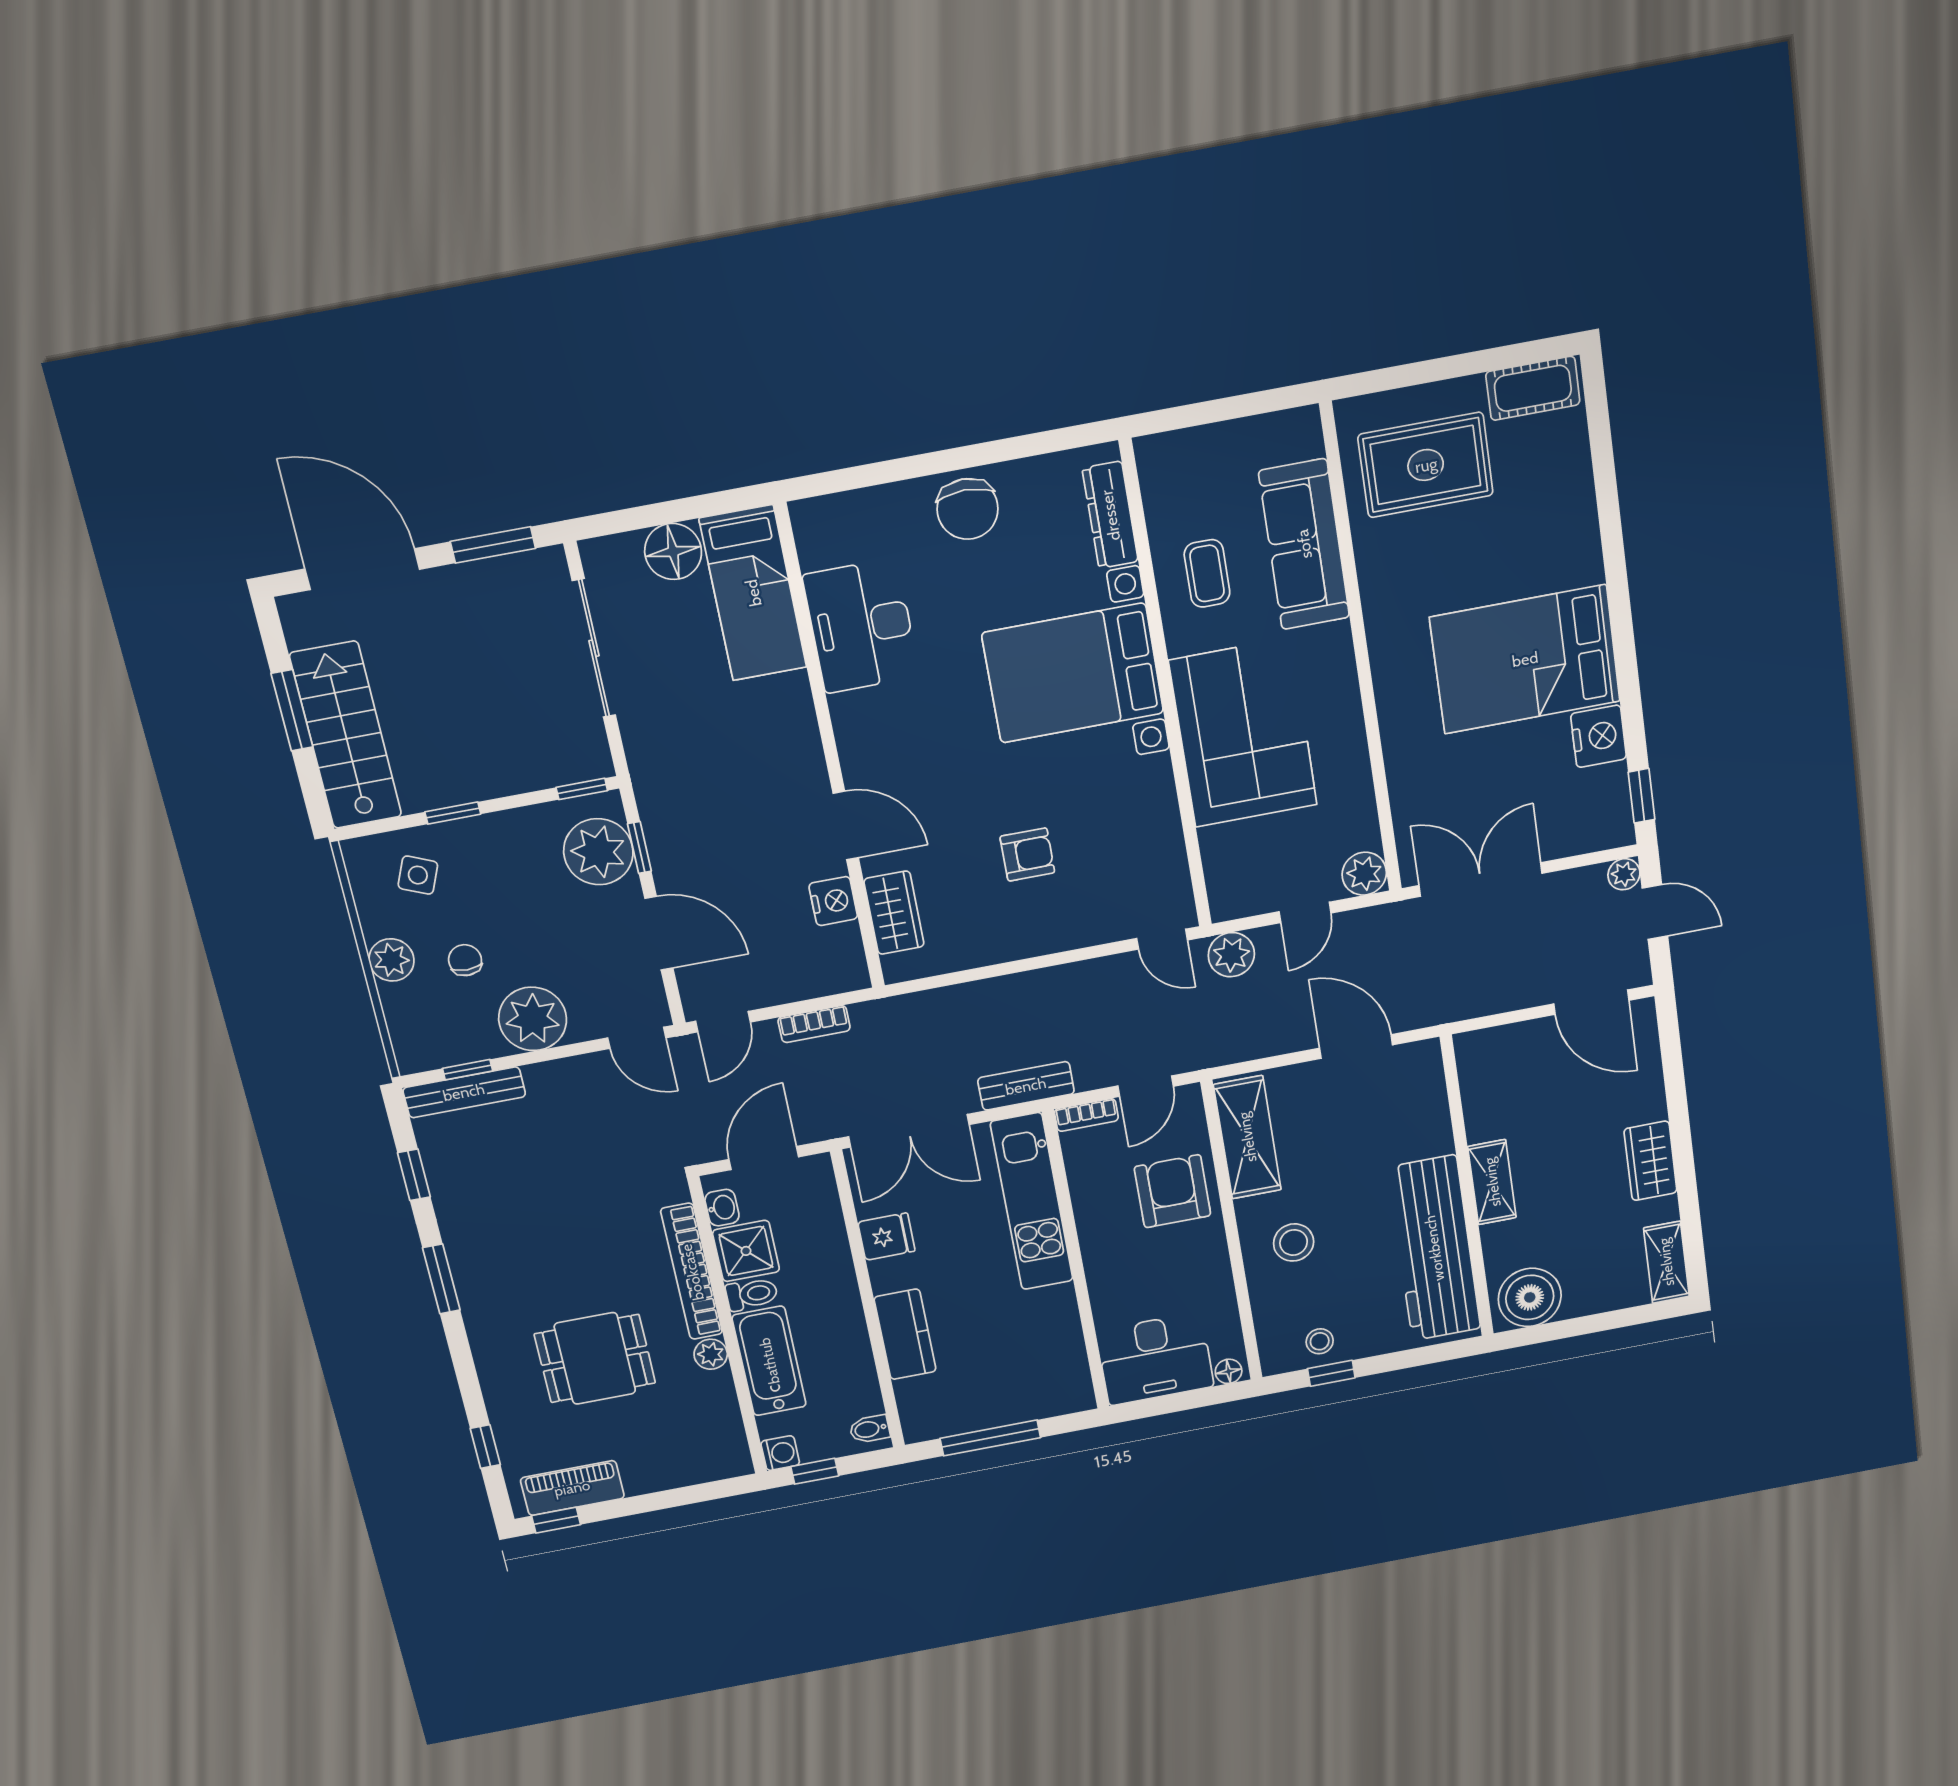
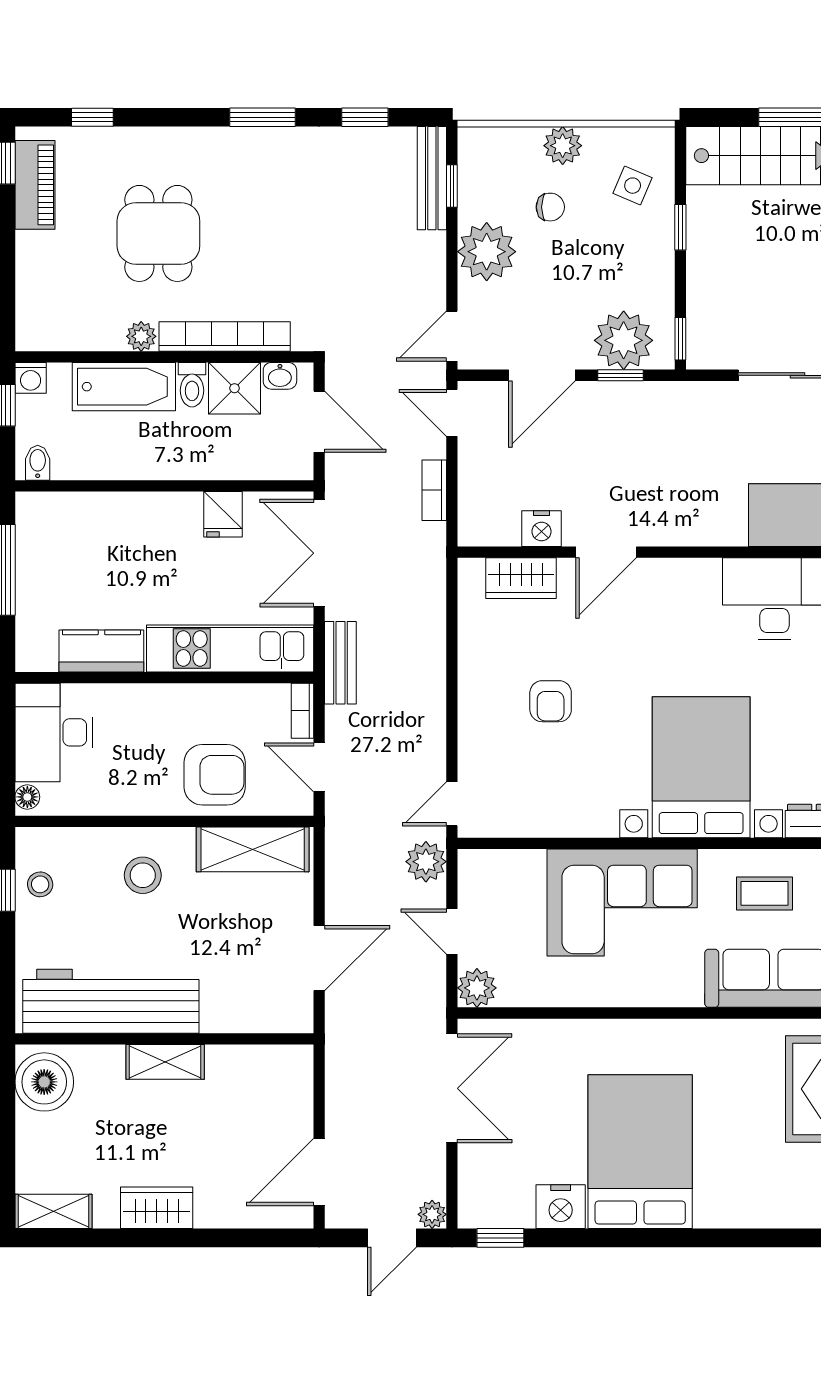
kitchen counter: (905, 1334) -> (101, 651), moved, turned 180

